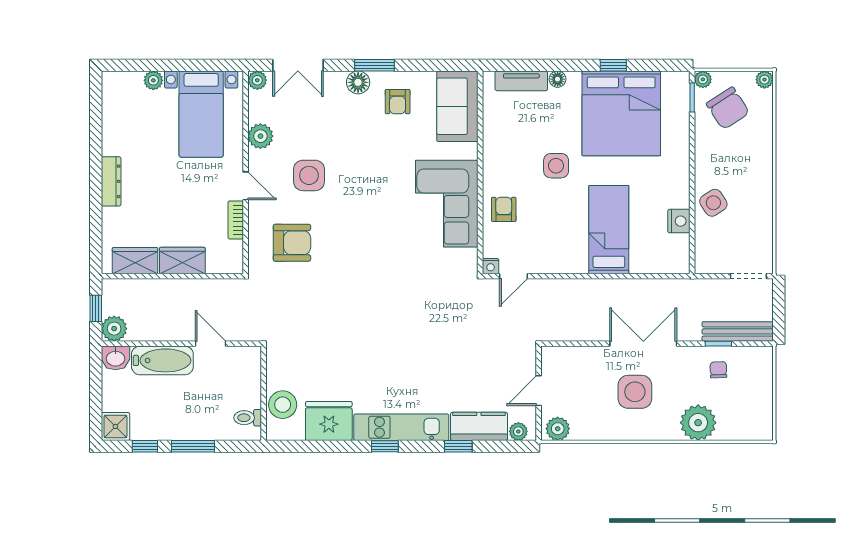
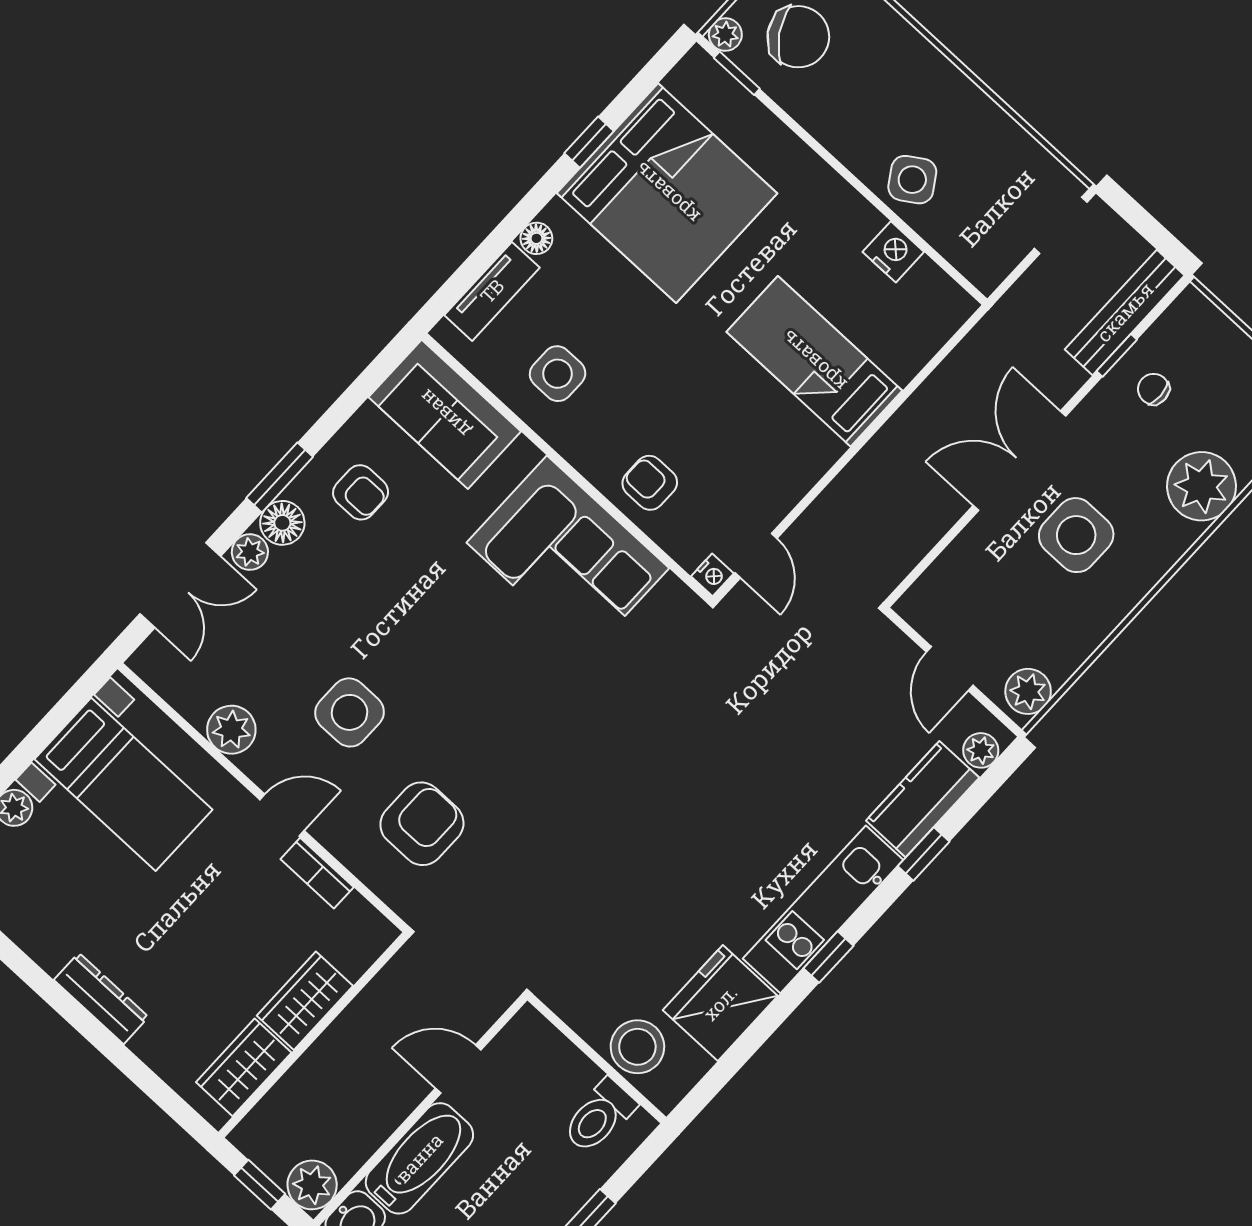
plant: (257, 80) -> (250, 552), moved
side table: (556, 166) -> (558, 374), moved
toilet: (248, 418) -> (599, 1116), width x1.37, depth x1.39

